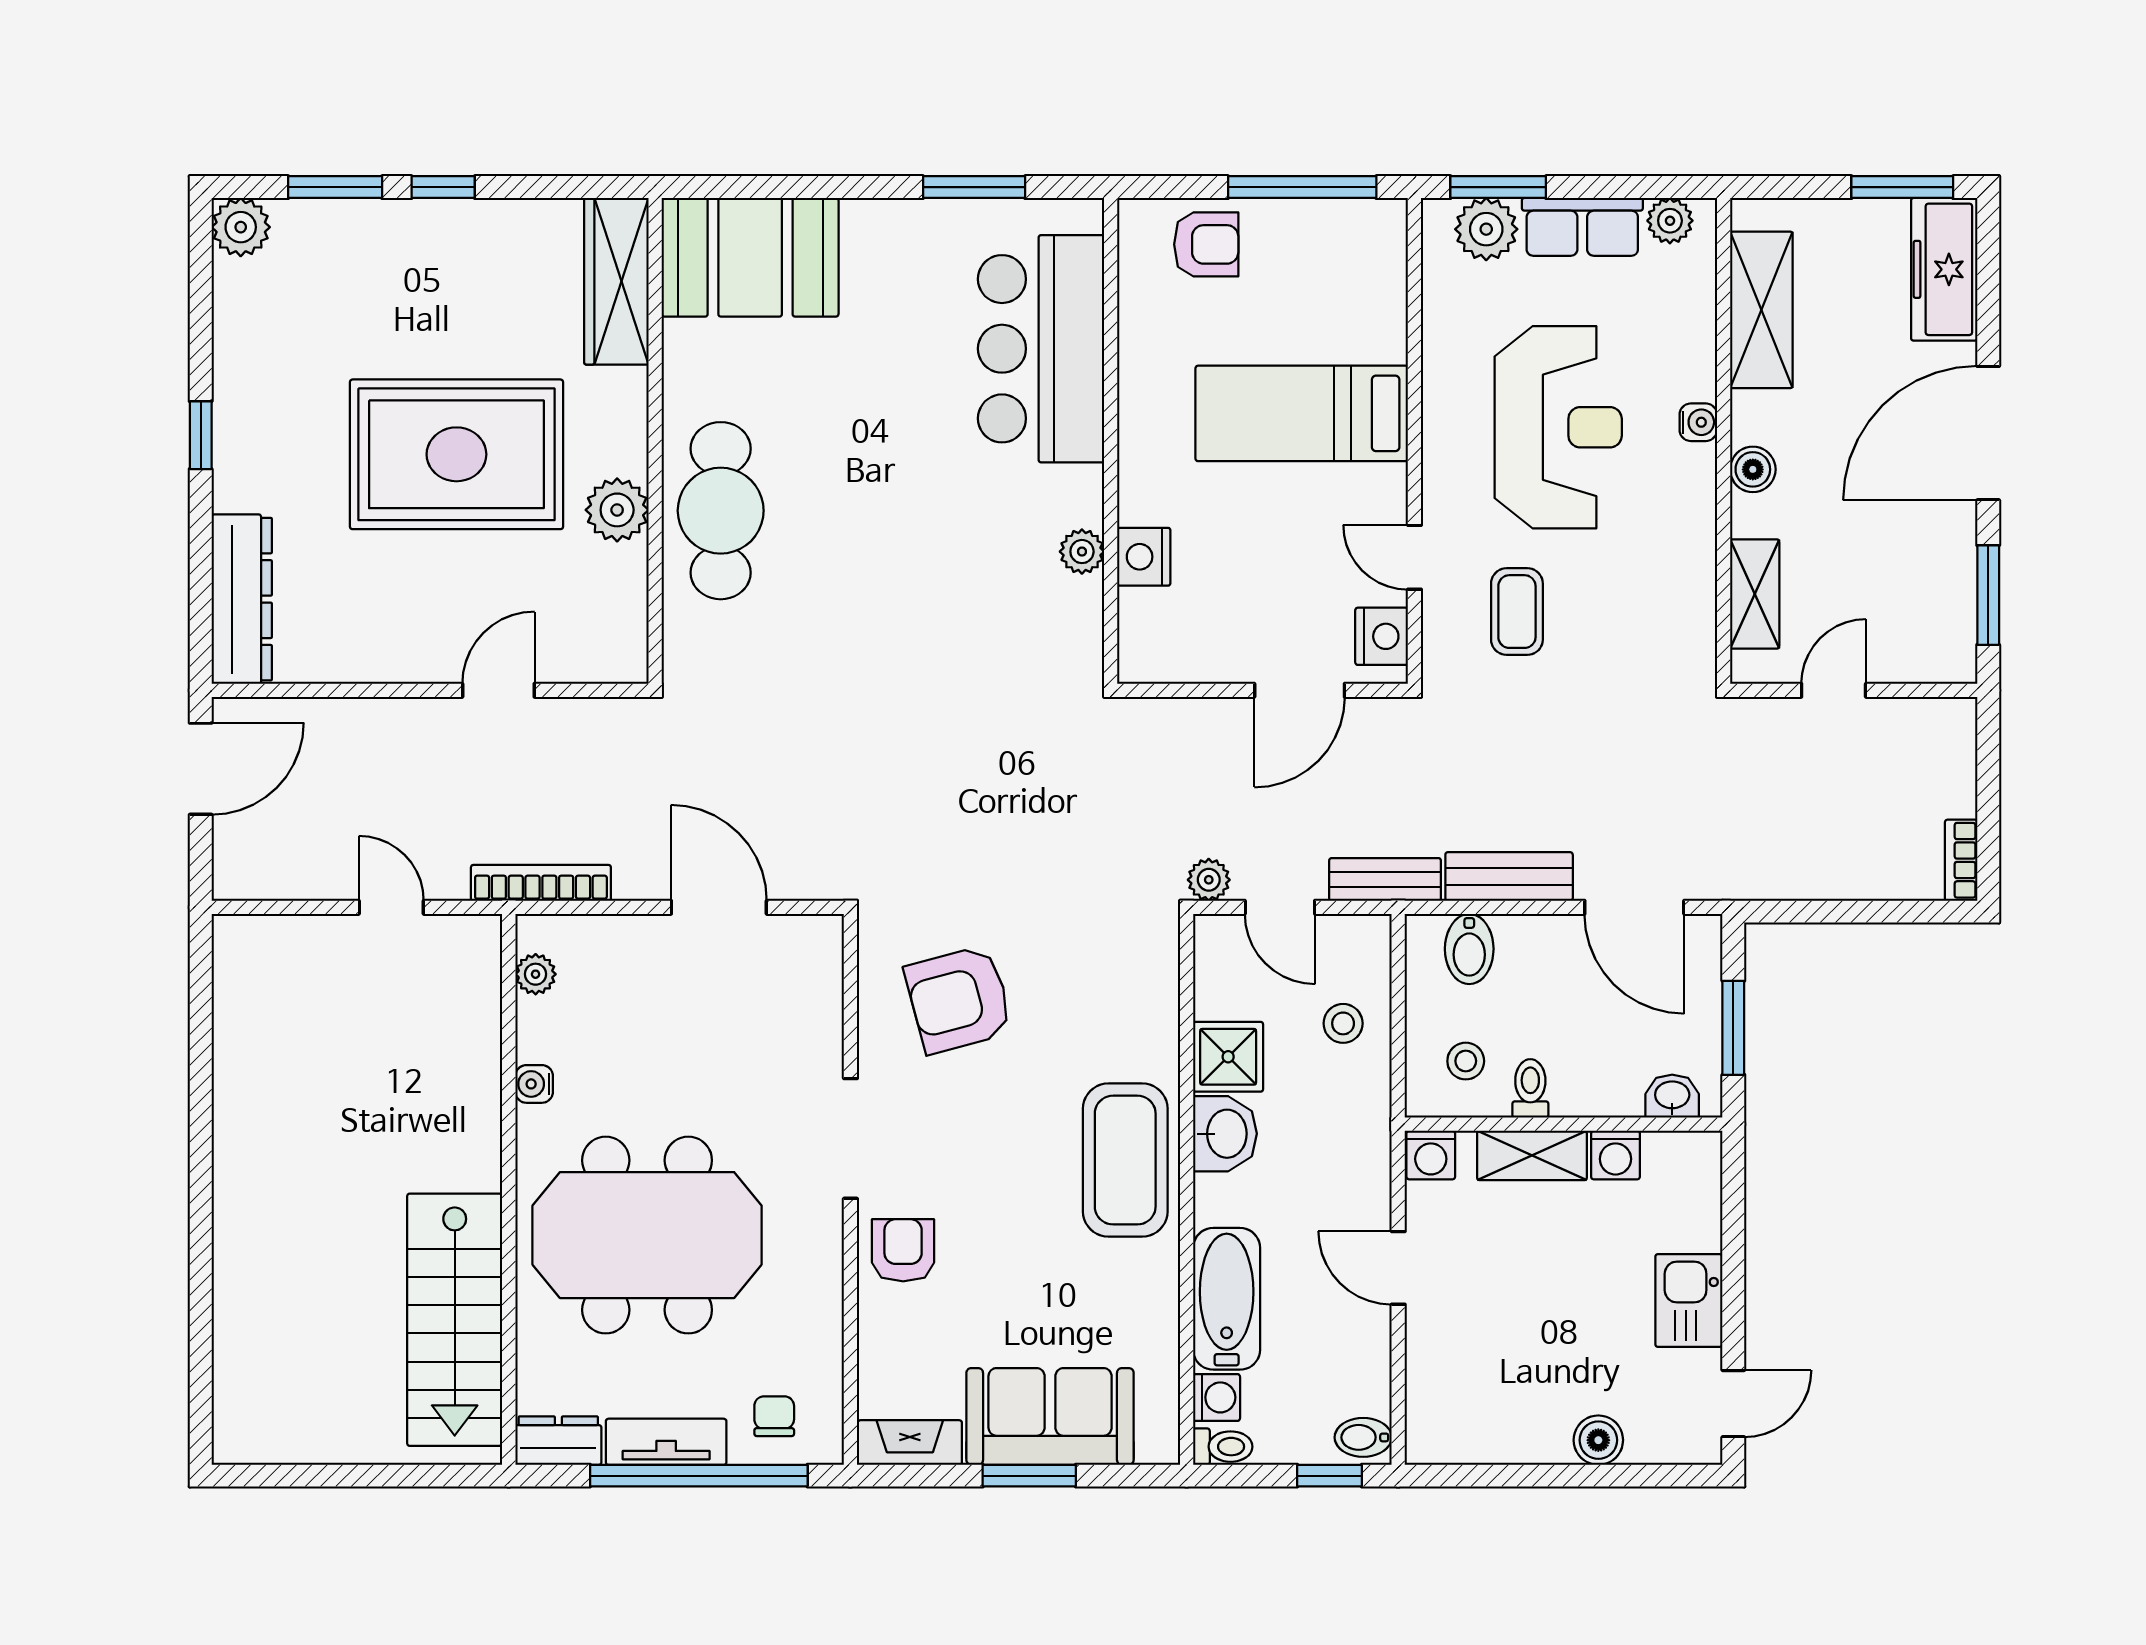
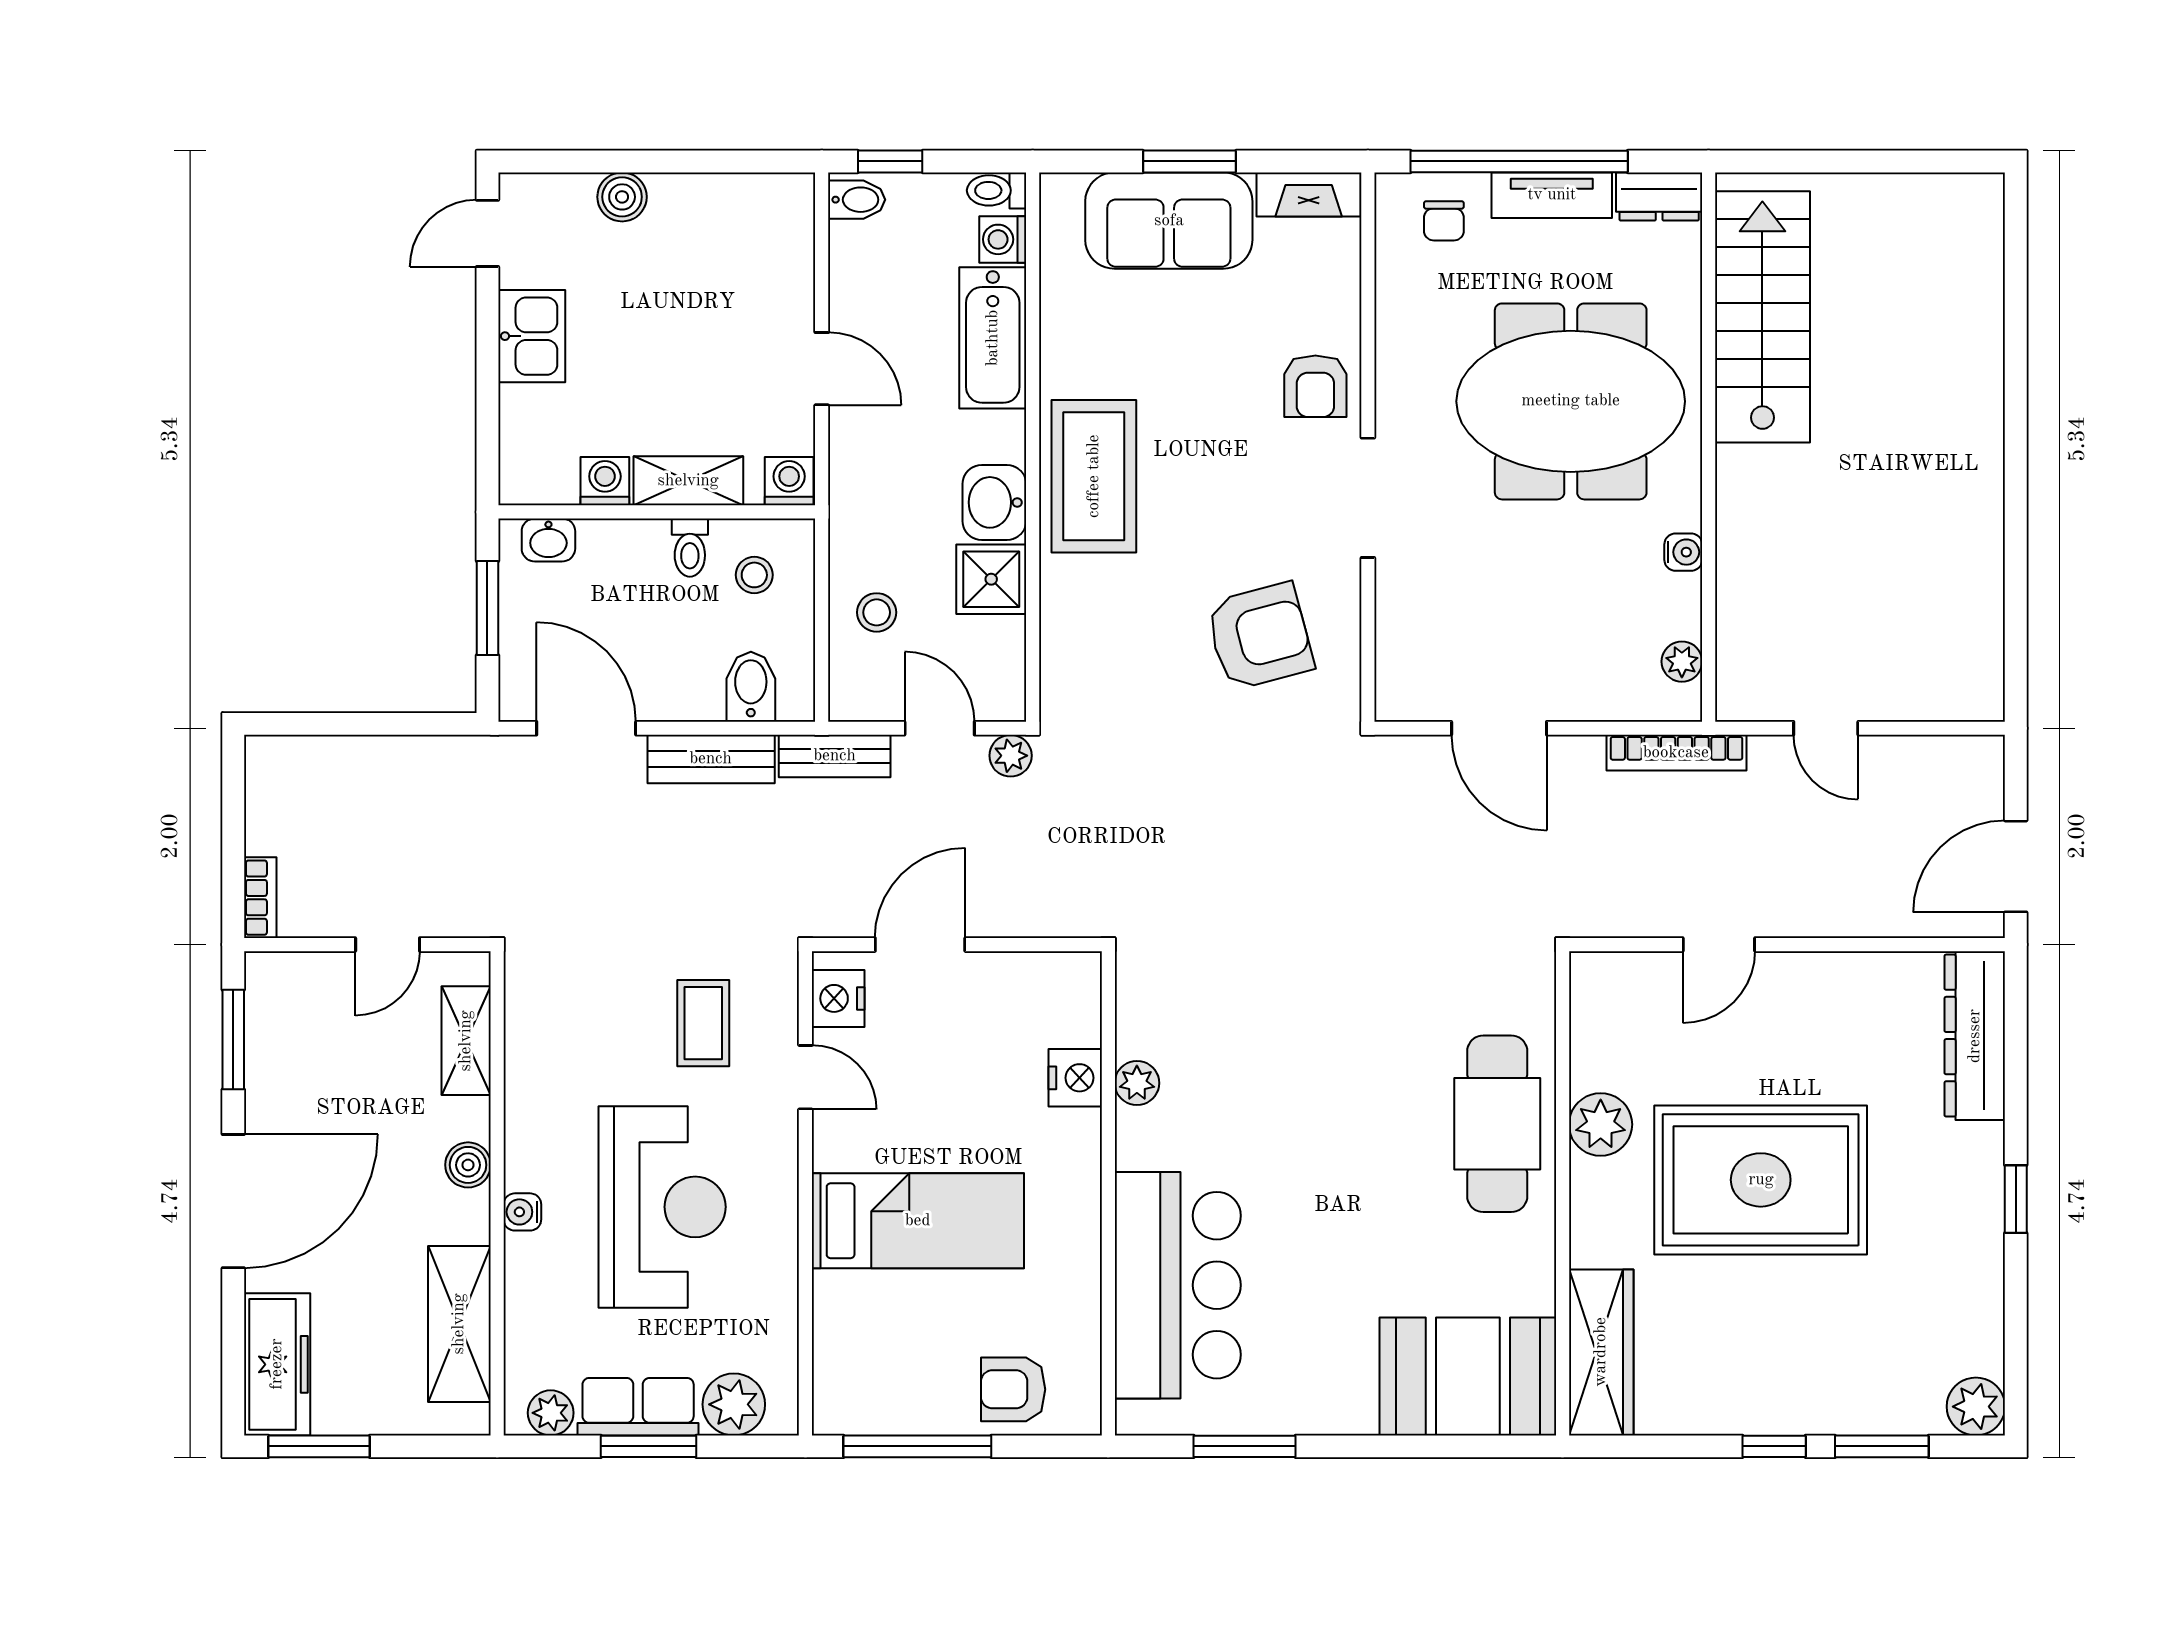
window: (1498, 187) -> (649, 1446), moved
reception desk: (1558, 427) -> (662, 1207), turned 180
bookcase: (1961, 860) -> (260, 898), moved

